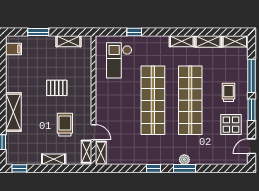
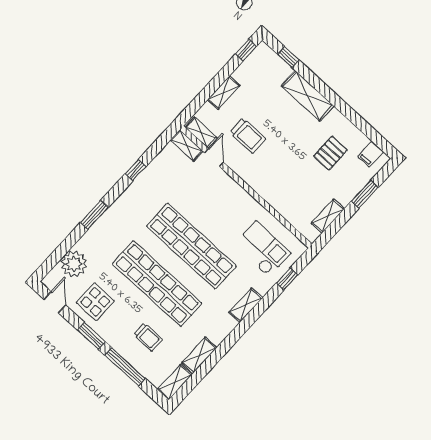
window: (134, 32) -> (287, 279), moved
shelving: (182, 41) -> (246, 305), moved
pallet: (57, 88) -> (331, 153), moved
trolley: (228, 92) -> (148, 337), moved
door: (94, 132) -> (214, 157), swing flipped
plant: (184, 160) -> (74, 264), moved, width x1.87, depth x1.87
window: (153, 168) -> (136, 170), moved

